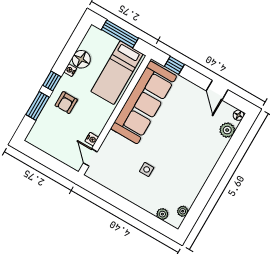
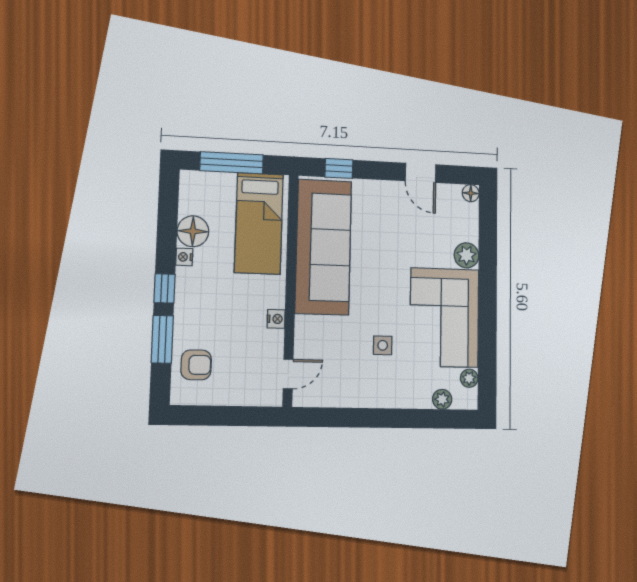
armchair: (66, 103) -> (196, 365), moved, turned -90
plant: (227, 130) -> (466, 255), moved
nightstand: (92, 139) -> (276, 319), moved
door: (90, 157) -> (288, 374), swing flipped
corner sofa: (187, 173) -> (444, 318), added

